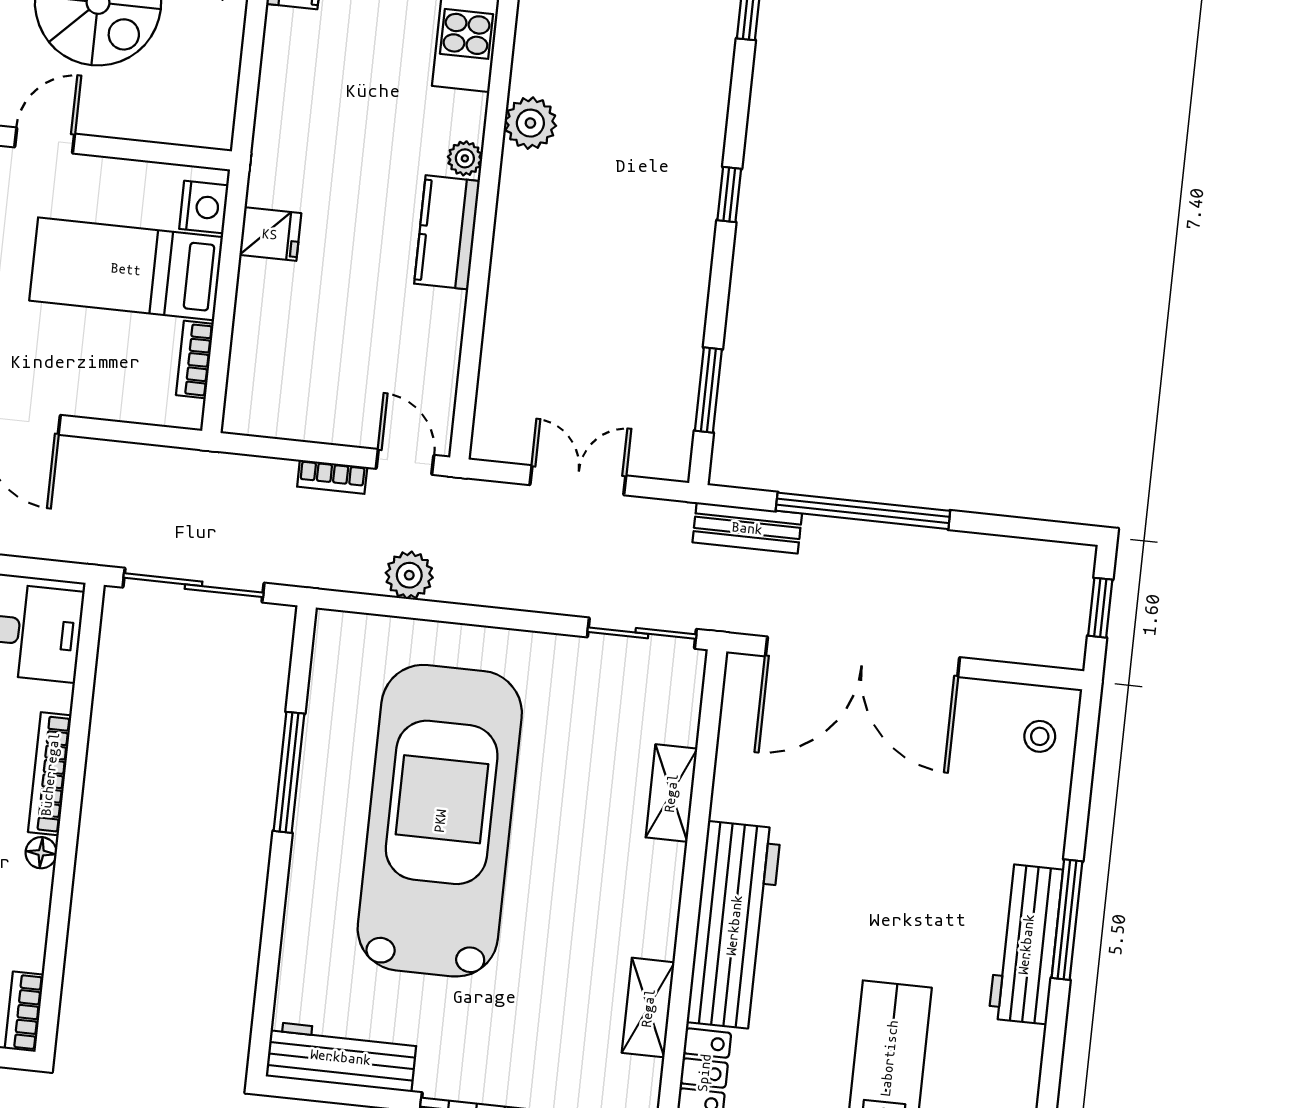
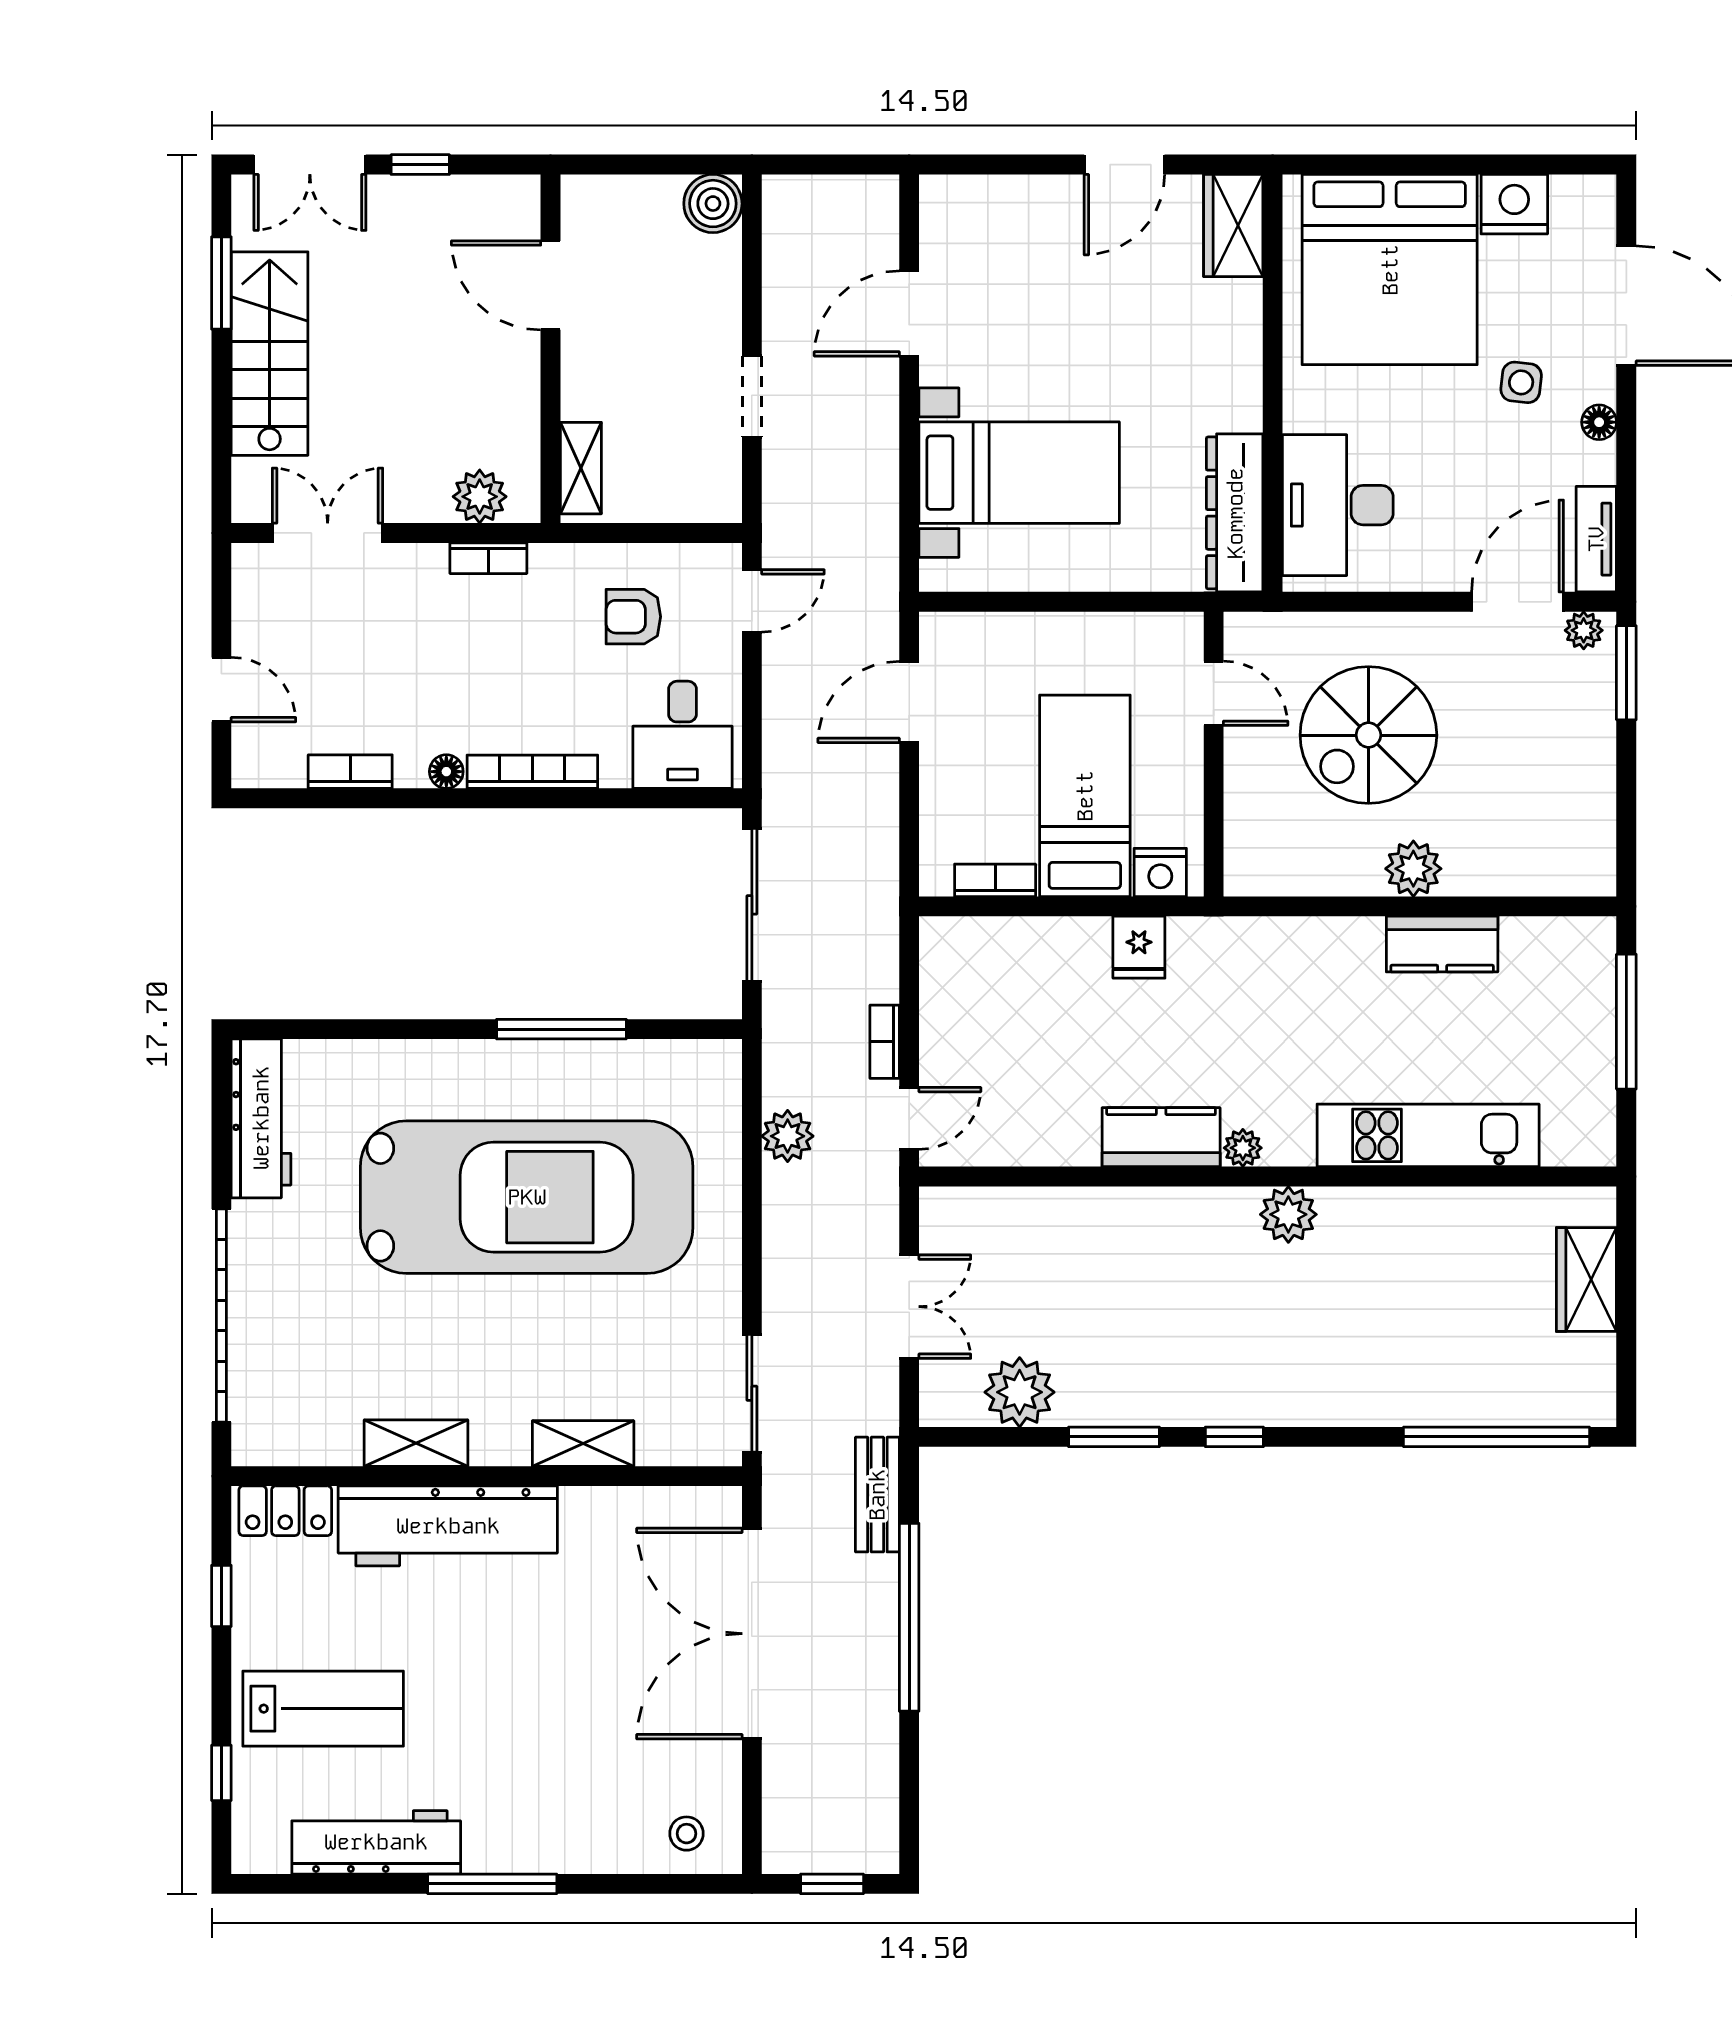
plant: (667, 387) -> (1020, 1392), added
window: (708, 390) -> (1114, 1437), moved
workbench: (1026, 944) -> (376, 1842), moved
shelving: (648, 1008) -> (416, 1443), moved
bookcase: (24, 1012) -> (350, 772), moved

